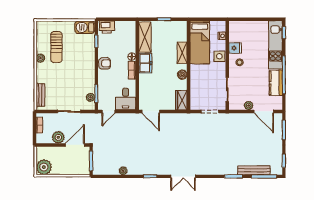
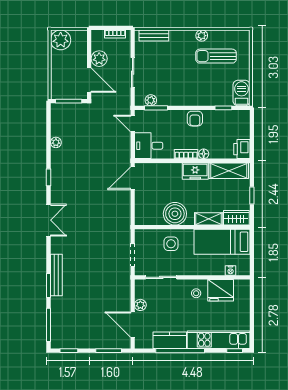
printer: (107, 27) -> (242, 149), moved
fridge: (235, 48) -> (221, 290), width x1.88, depth x1.34
side table: (219, 56) -> (171, 244), moved
boiler: (182, 75) -> (175, 214), width x1.86, depth x1.86
wardrobe: (181, 100) -> (236, 218), moved
door: (264, 111) -> (133, 325), hinge flipped
bench: (254, 170) -> (56, 275), moved
double door: (183, 176) -> (49, 220), swing flipped

